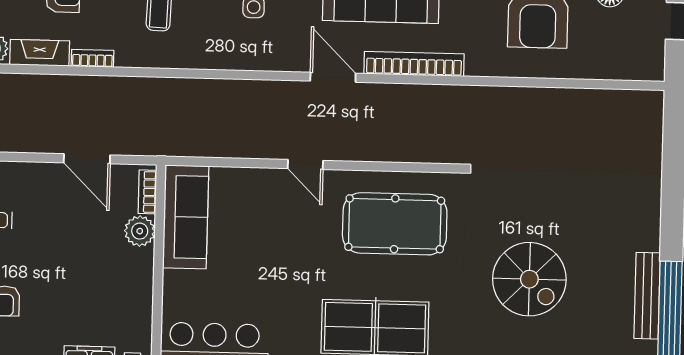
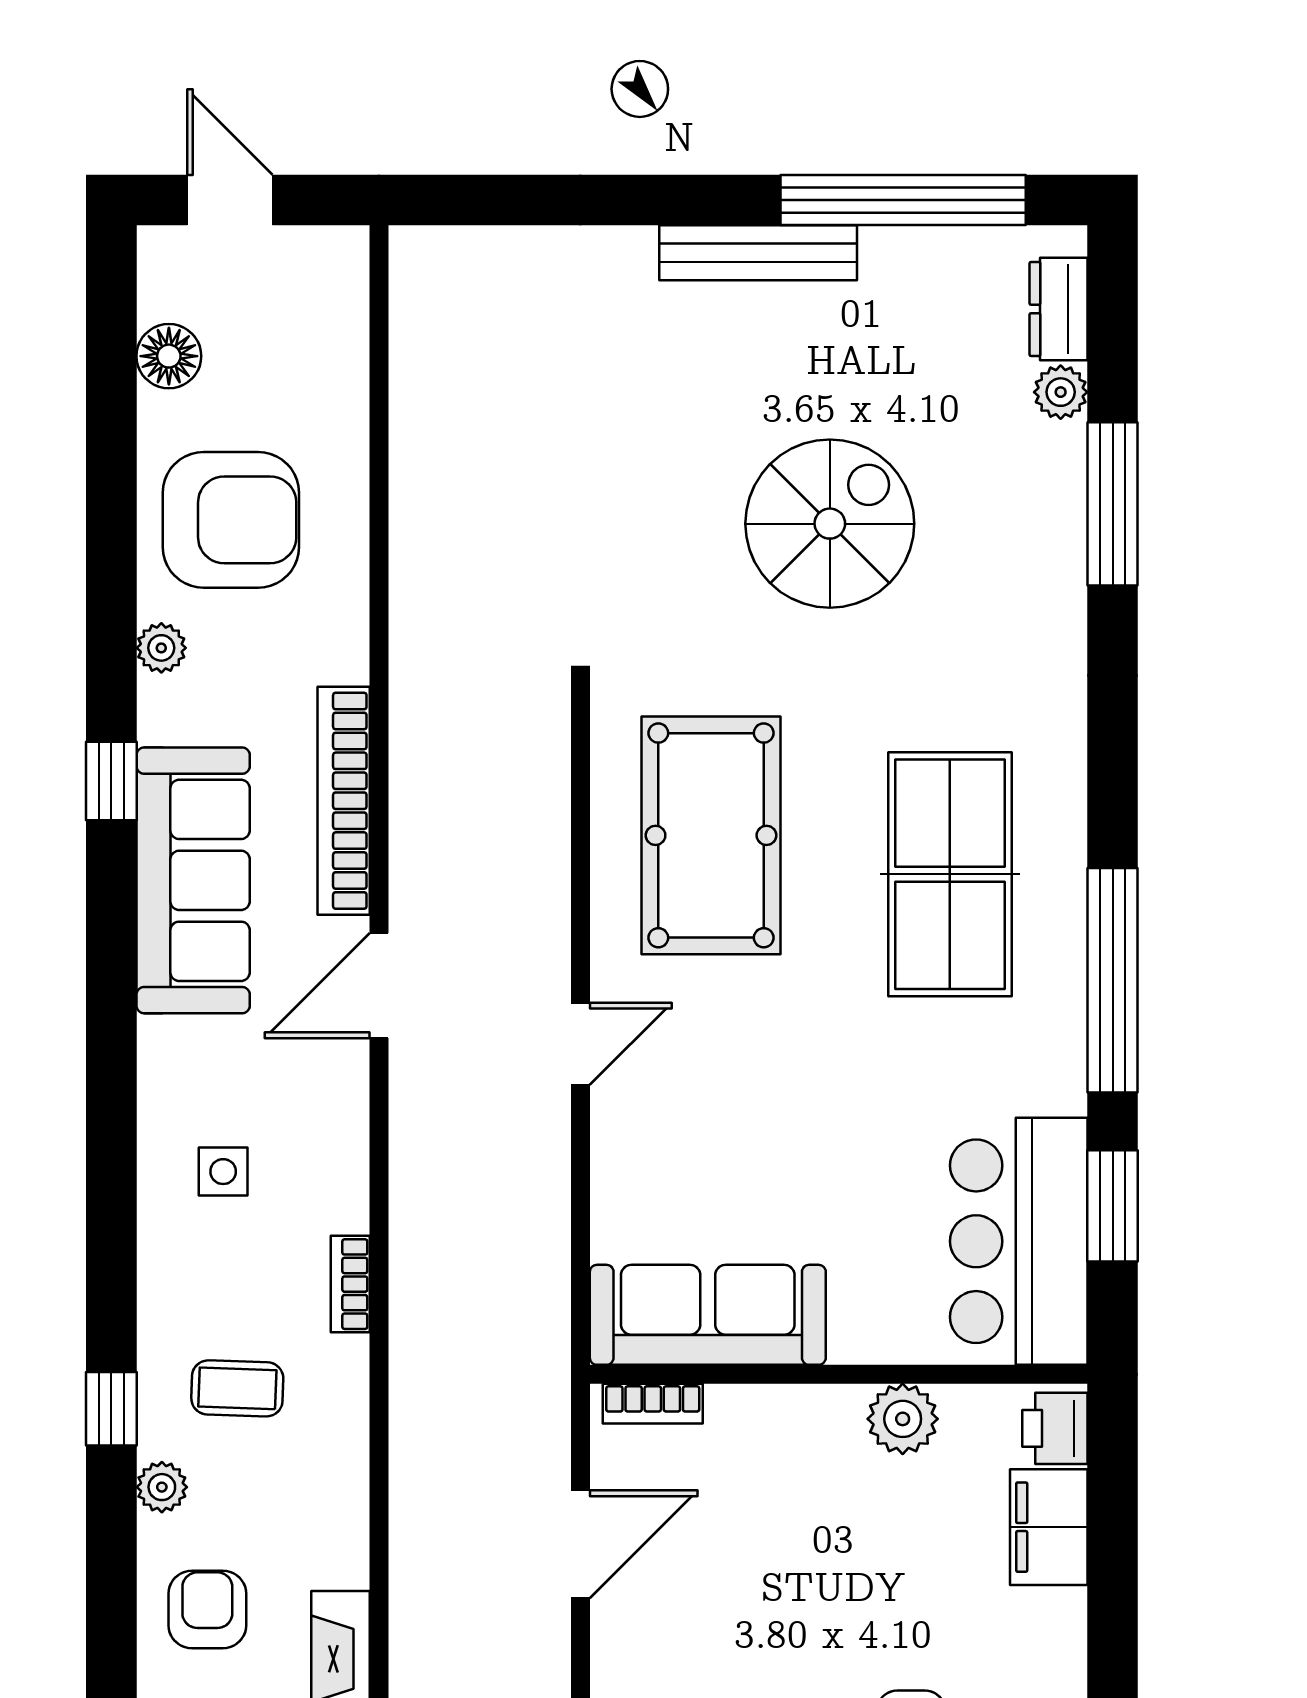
bookcase: (93, 58) -> (350, 1284), moved
plant: (140, 231) -> (903, 1419), moved
bench: (647, 296) -> (758, 253), moved

